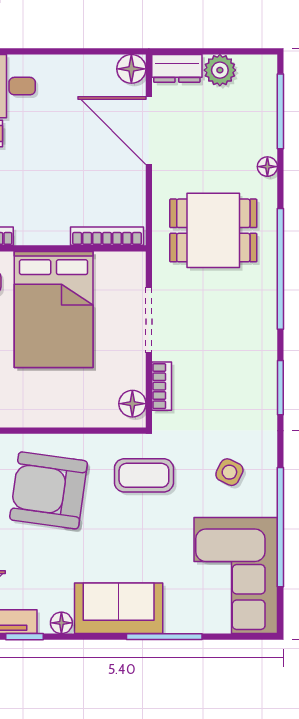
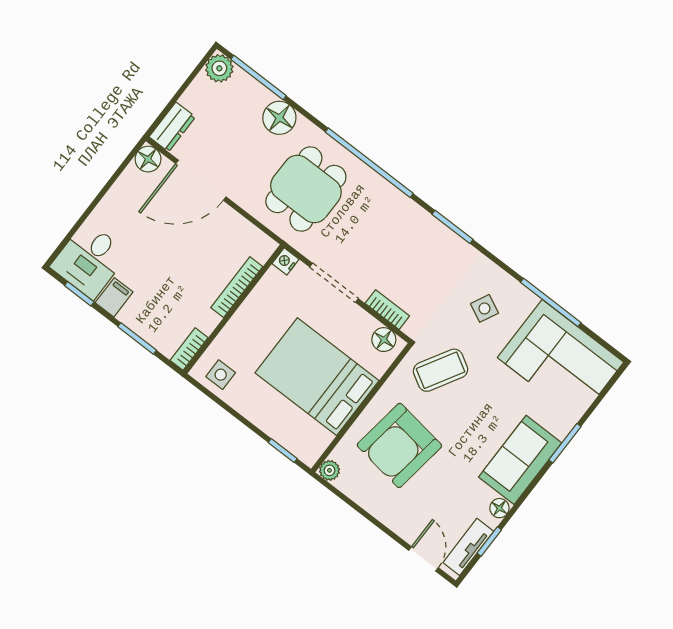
plant: (220, 70) -> (219, 68), moved
floor lamp: (267, 167) -> (279, 118), width x1.89, depth x1.89
bookcase: (107, 236) -> (237, 287), moved
nightstand: (135, 262) -> (286, 261), added
bed: (54, 310) -> (317, 377), moved, turned 180
coffee table: (144, 475) -> (440, 370), turned 30
window: (280, 527) -> (551, 302), width x0.68
window: (164, 637) -> (565, 443), width x0.69

